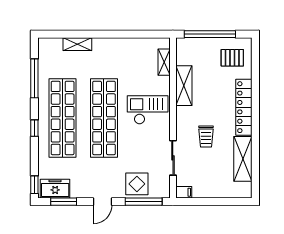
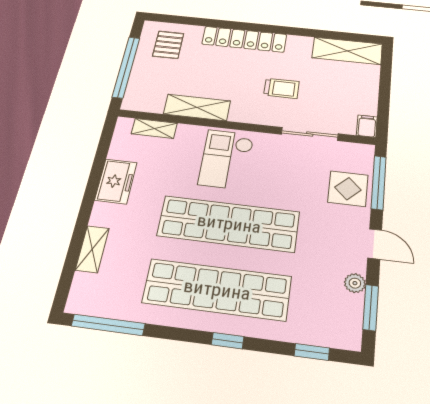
window: (34, 78) -> (108, 325), moved
shelving: (243, 159) -> (347, 51), moved
window: (34, 185) -> (312, 352), moved
freezer: (55, 189) -> (116, 181), moved, turned 180
plant: (77, 192) -> (355, 283), added

